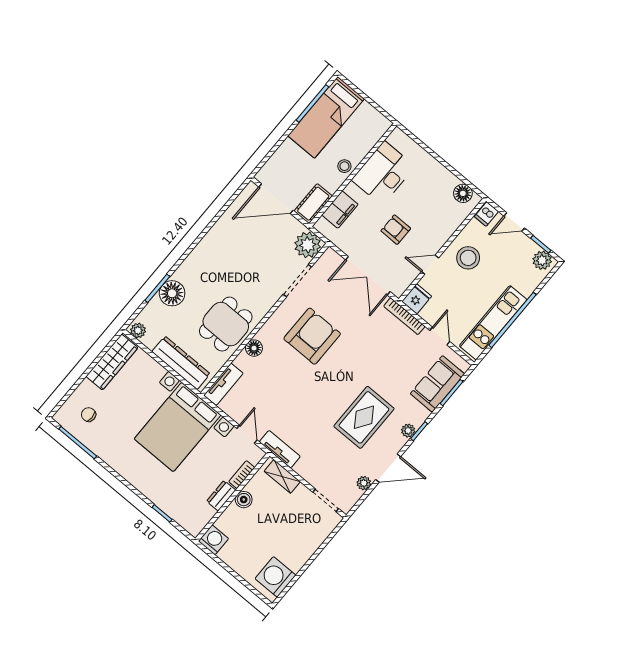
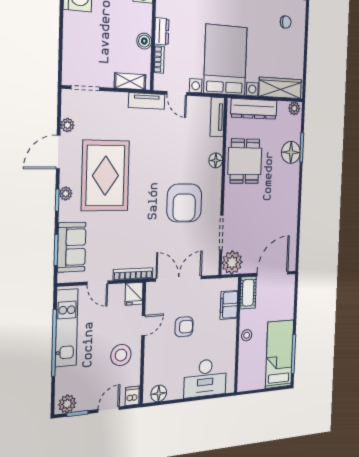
desk: (383, 173) -> (205, 378), moved, turned 90
wardrobe: (112, 362) -> (280, 88), moved, turned 90
rug: (364, 417) -> (105, 176), width x1.37, depth x1.44

